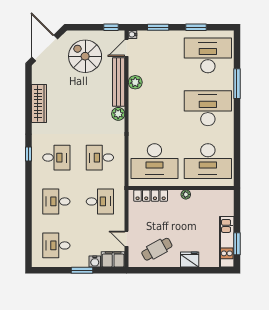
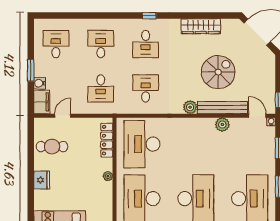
spiral stairs: (85, 56) -> (218, 72), moved
cafe table: (157, 249) -> (52, 147), turned -61

